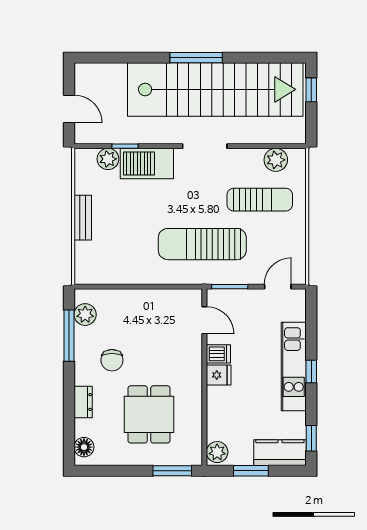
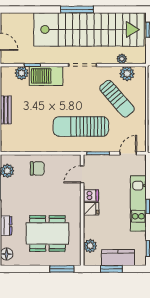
plant: (268, 136) -> (122, 59), added
sun lounger: (260, 200) -> (117, 99), turned 49
door: (204, 320) -> (82, 174), swing flipped
chair: (112, 360) -> (37, 168), moved, turned -90
dining table: (149, 414) -> (47, 234), width x1.38
plant: (217, 452) -> (90, 246), moved
kitchen counter: (280, 453) -> (118, 258), moved

